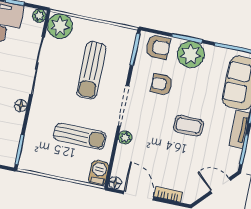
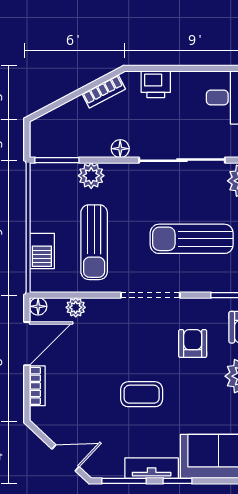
coffee table: (188, 126) -> (142, 394), turned 90
plant: (35, 129) -> (91, 176), added
plant: (125, 137) -> (76, 307), moved
barbecue: (99, 173) -> (42, 251), moved, turned 90
door: (220, 186) -> (66, 458), hinge flipped

